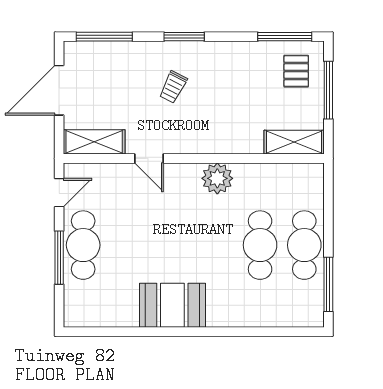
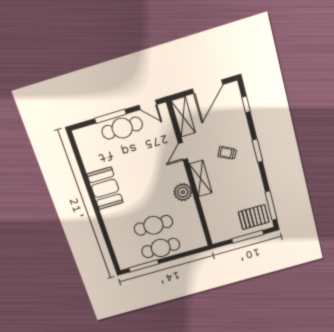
window: (104, 37) -> (246, 104), width x0.46
pallet: (296, 71) -> (254, 217), width x1.50, depth x1.42
door: (59, 90) -> (208, 87), swing flipped
shelving: (294, 142) -> (201, 178), moved

